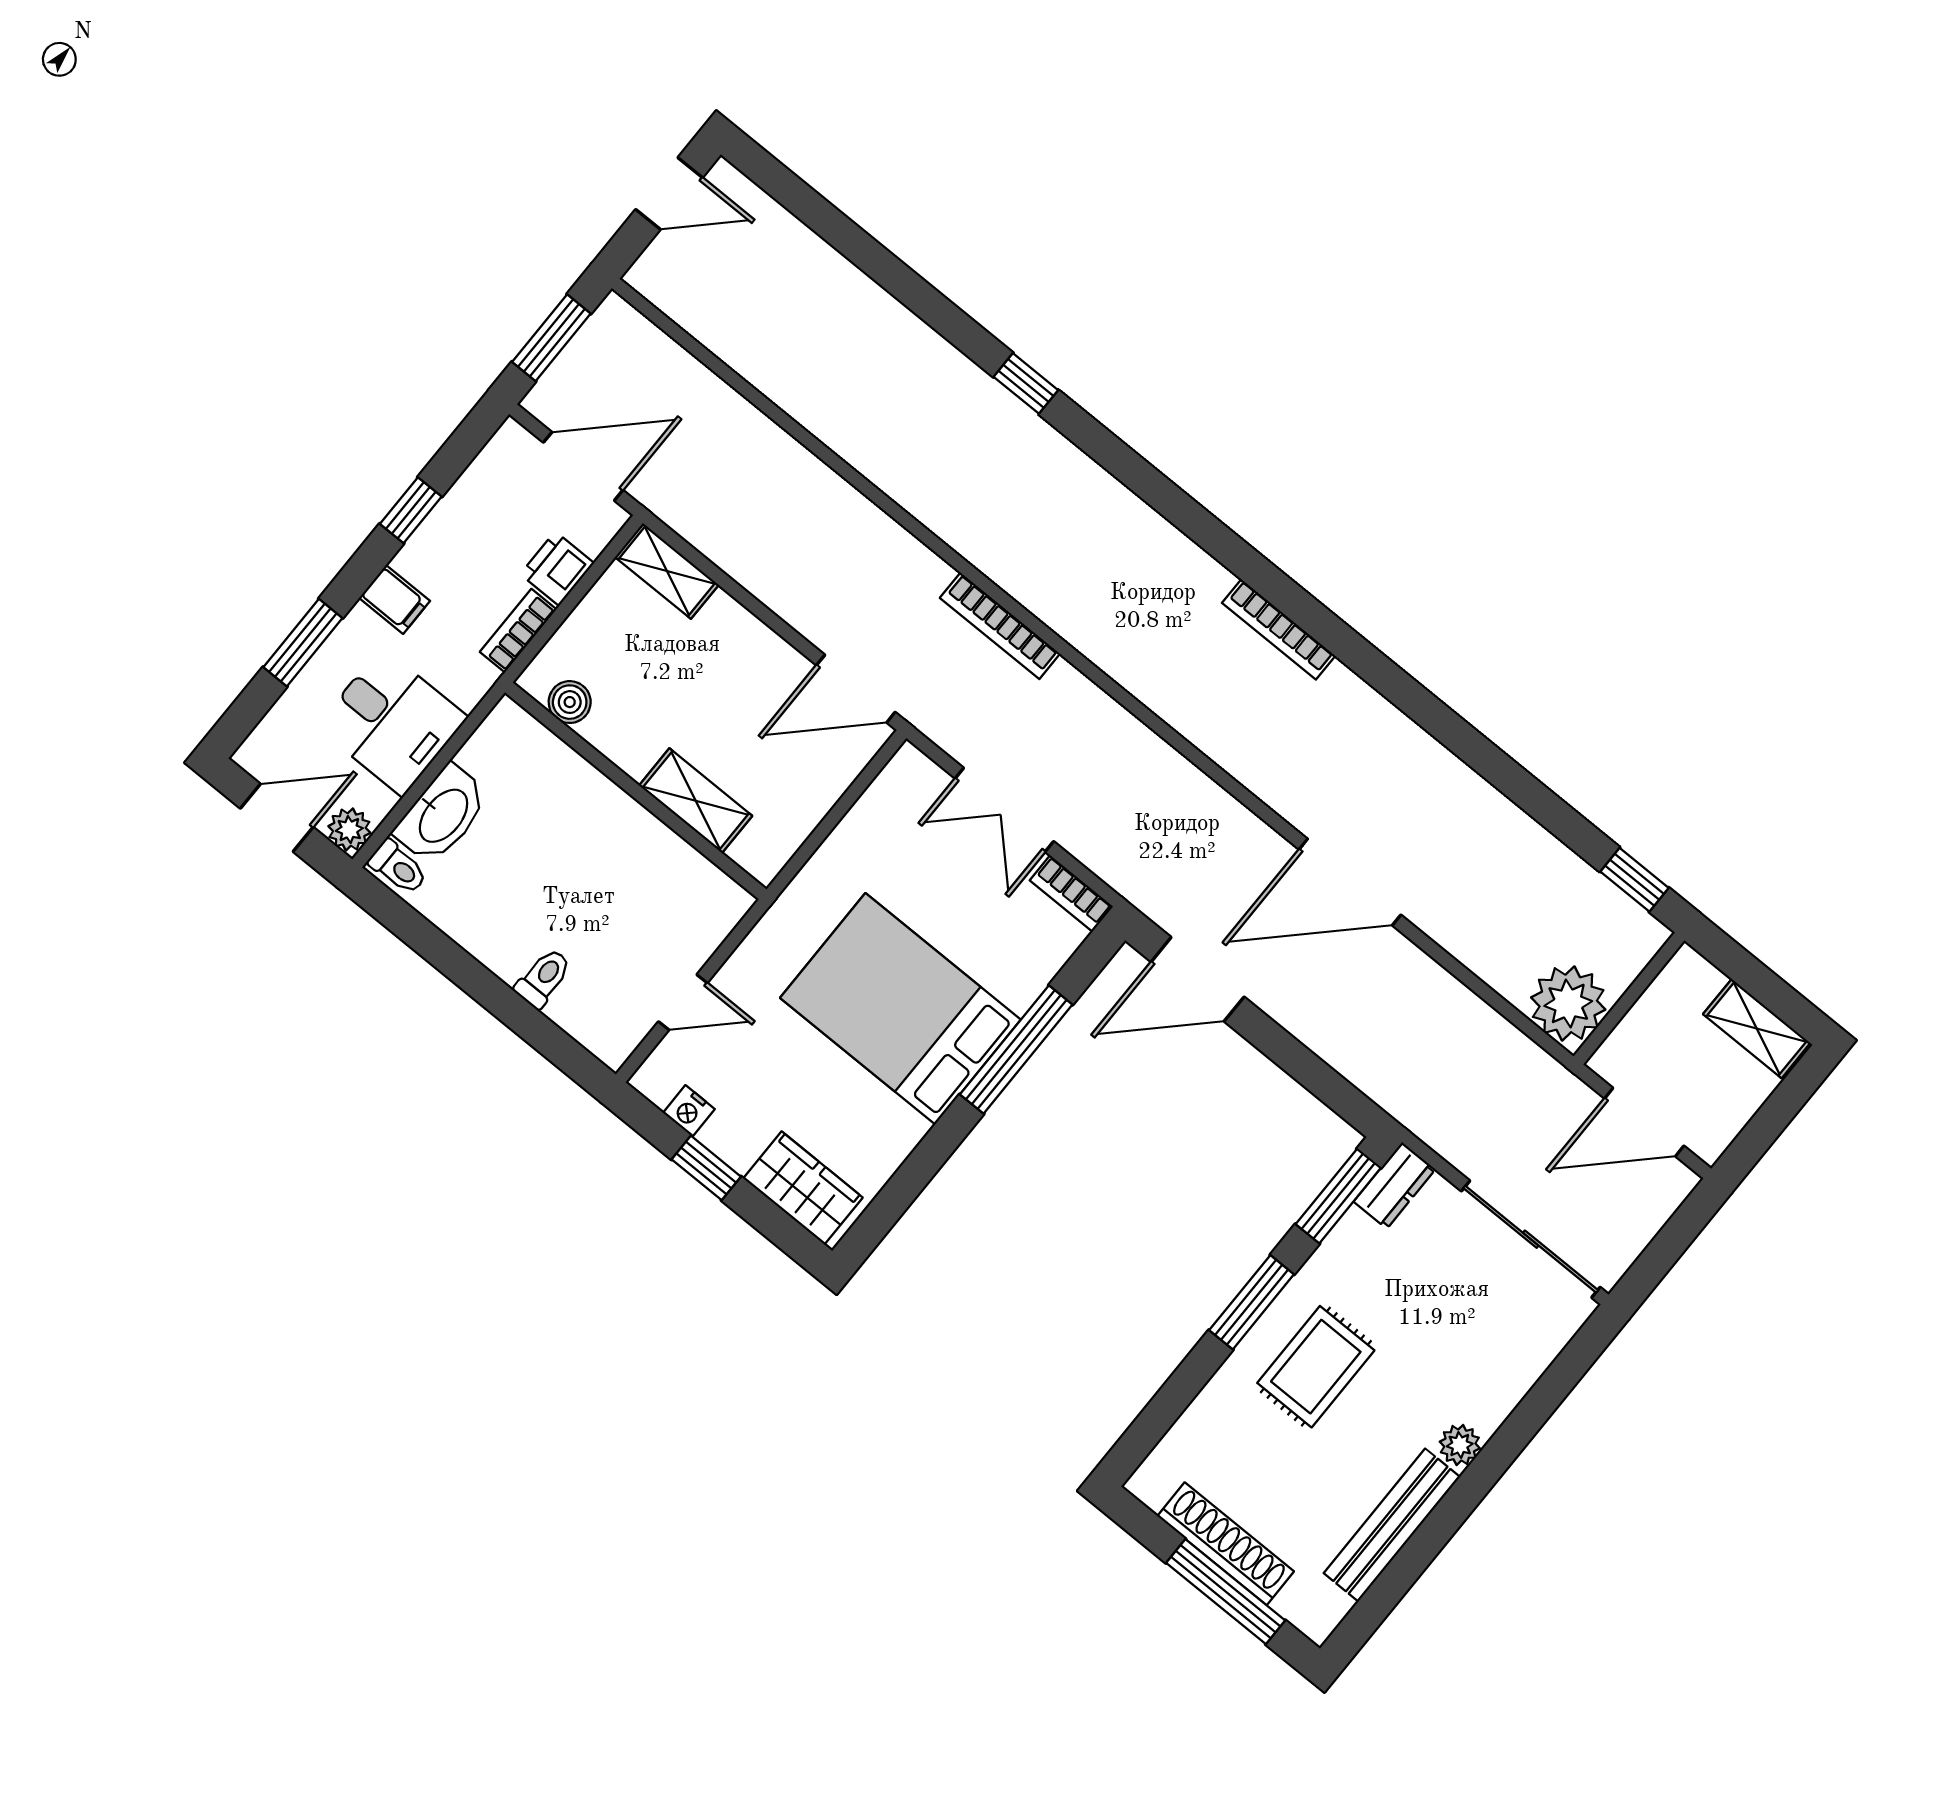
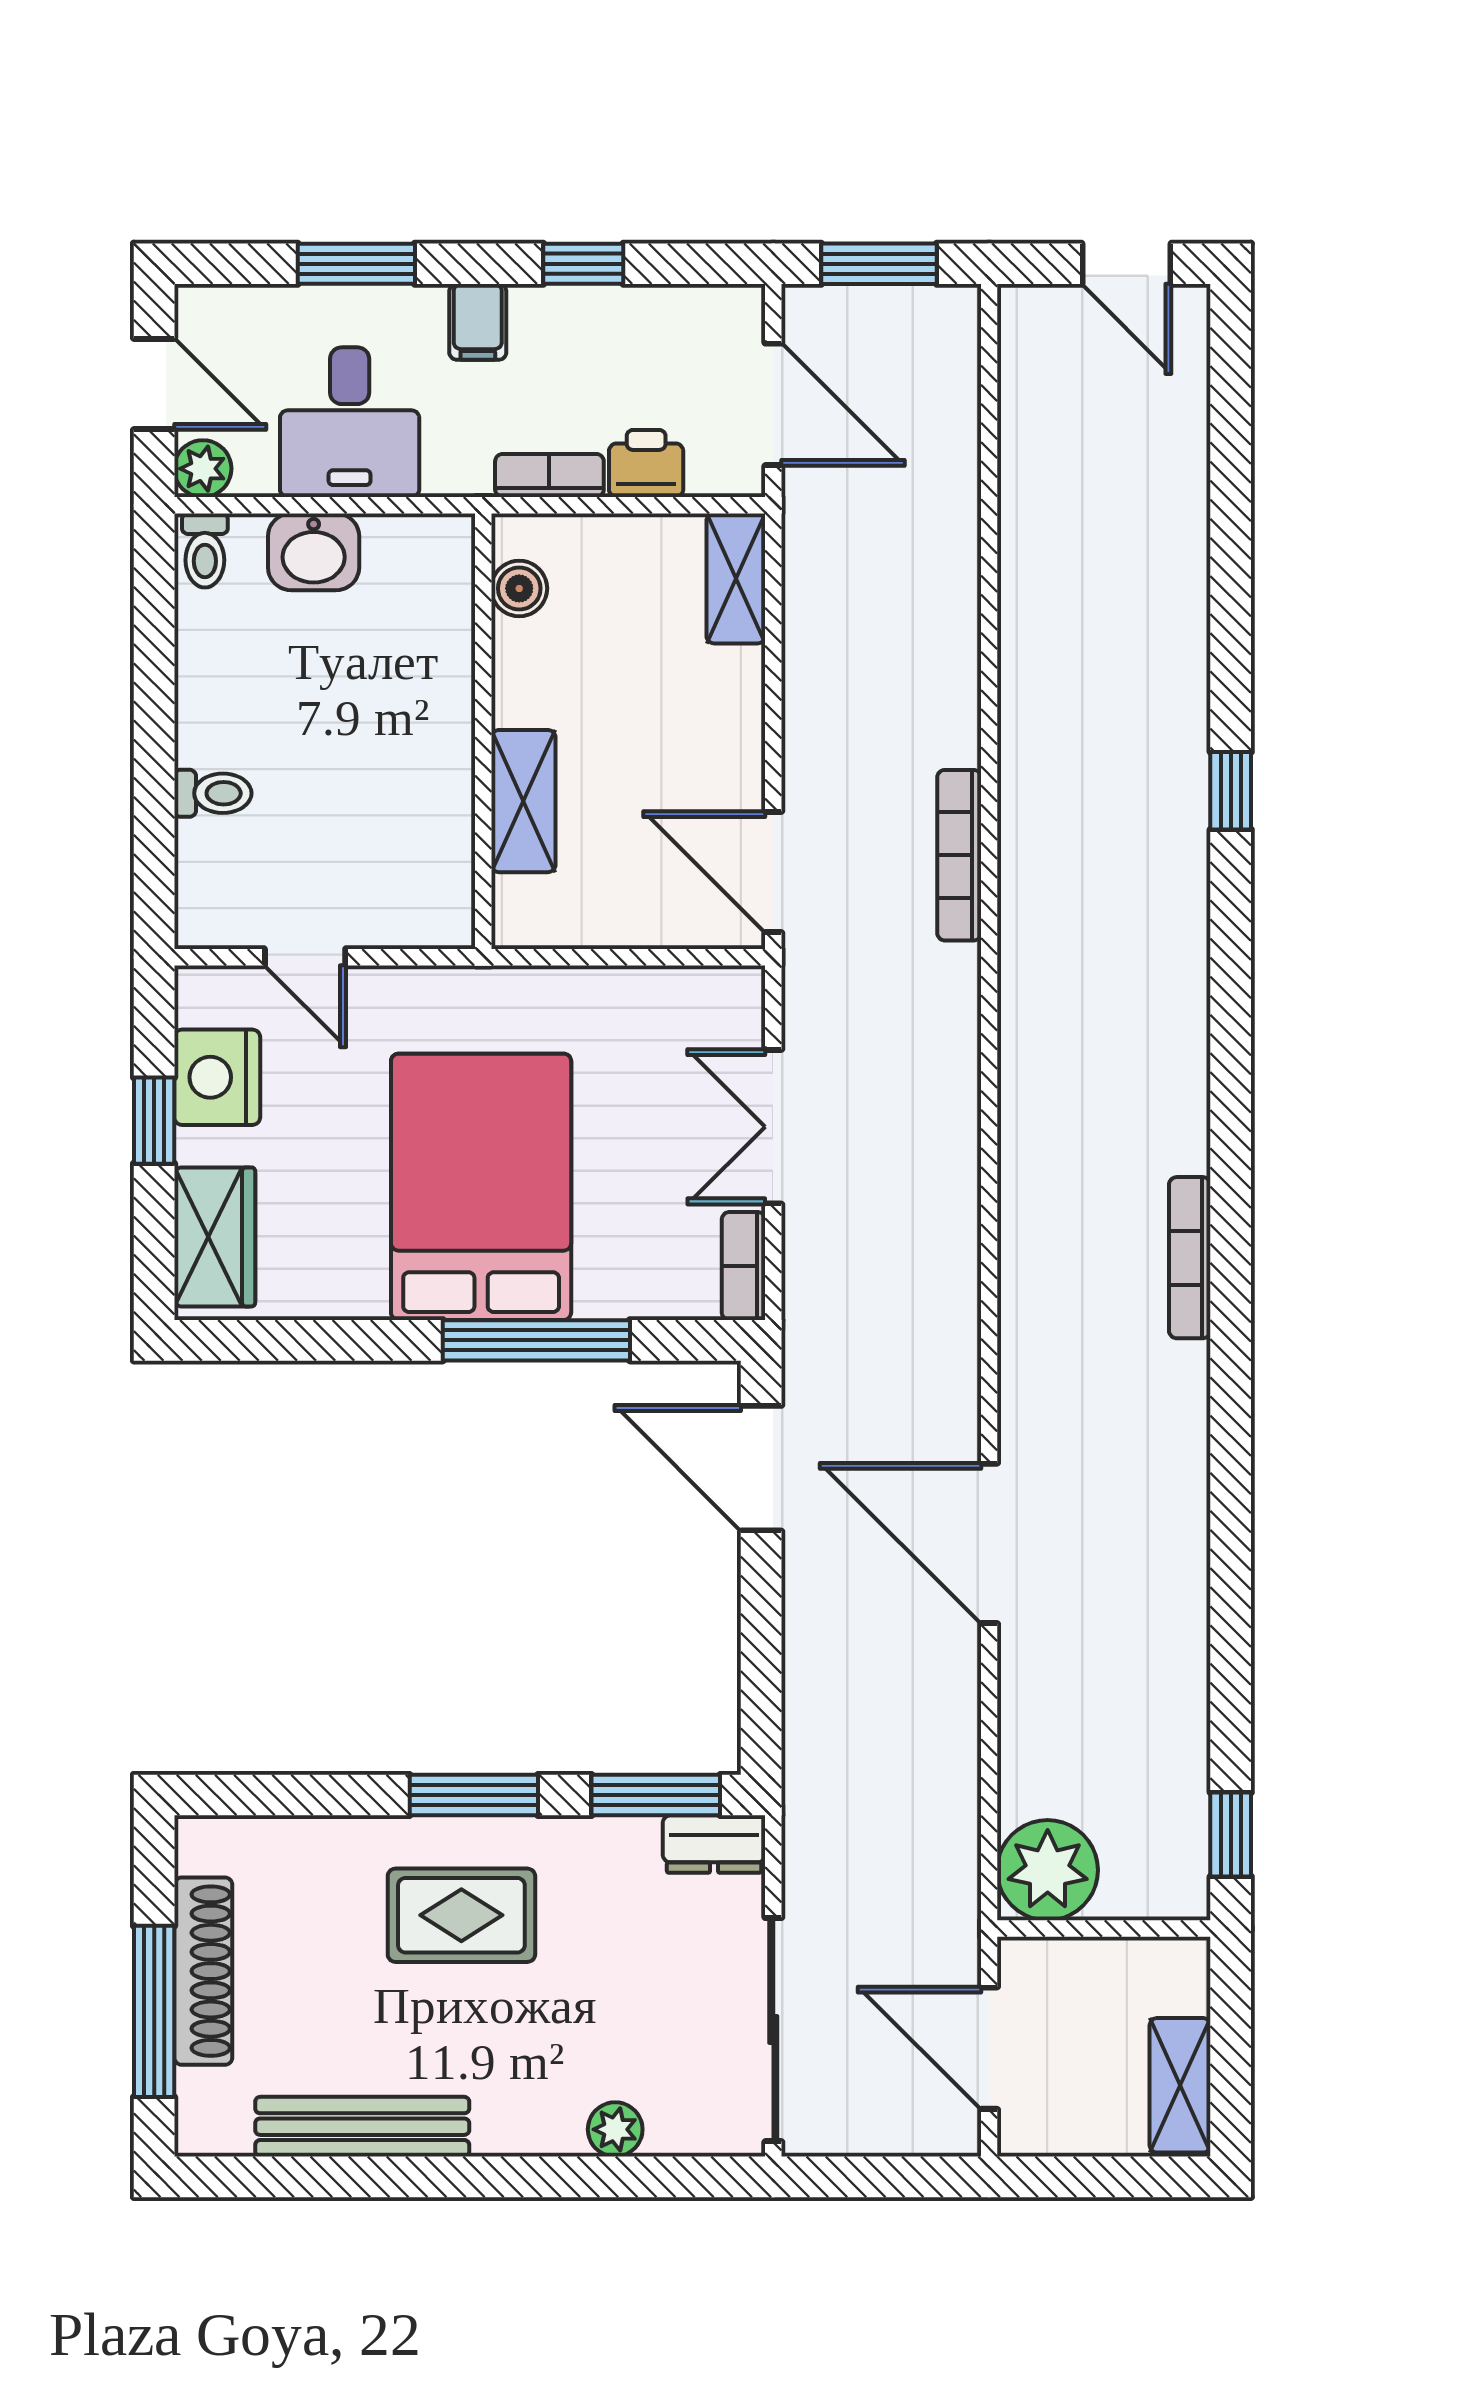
bookcase: (1000, 626) -> (959, 855), moved
washbasin: (442, 815) -> (314, 552), width x0.72
nightstand: (689, 1111) -> (217, 1077), width x1.89, depth x1.79
plant: (1460, 1445) -> (615, 2129), moved

